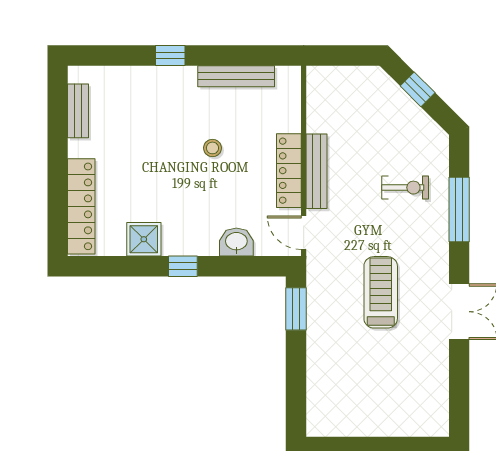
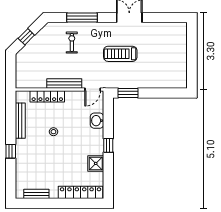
locker: (289, 171) -> (47, 96), moved

